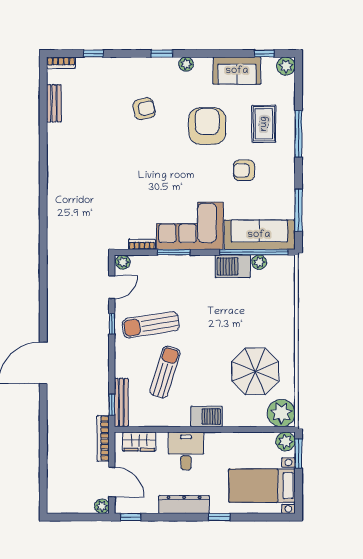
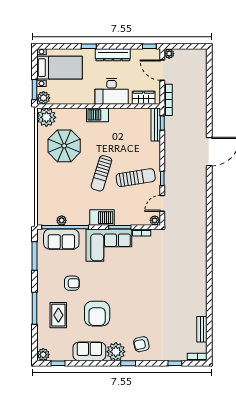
plant: (186, 64) -> (116, 352), width x1.87, depth x1.87
sofa: (237, 71) -> (89, 351), moved
armchair: (144, 109) -> (141, 344), moved
sofa: (259, 235) -> (61, 239), width x0.73
barbecue: (233, 266) -> (102, 218), moved
sun lounger: (165, 372) -> (101, 173), moved
desk: (186, 451) -> (112, 91), width x1.37

